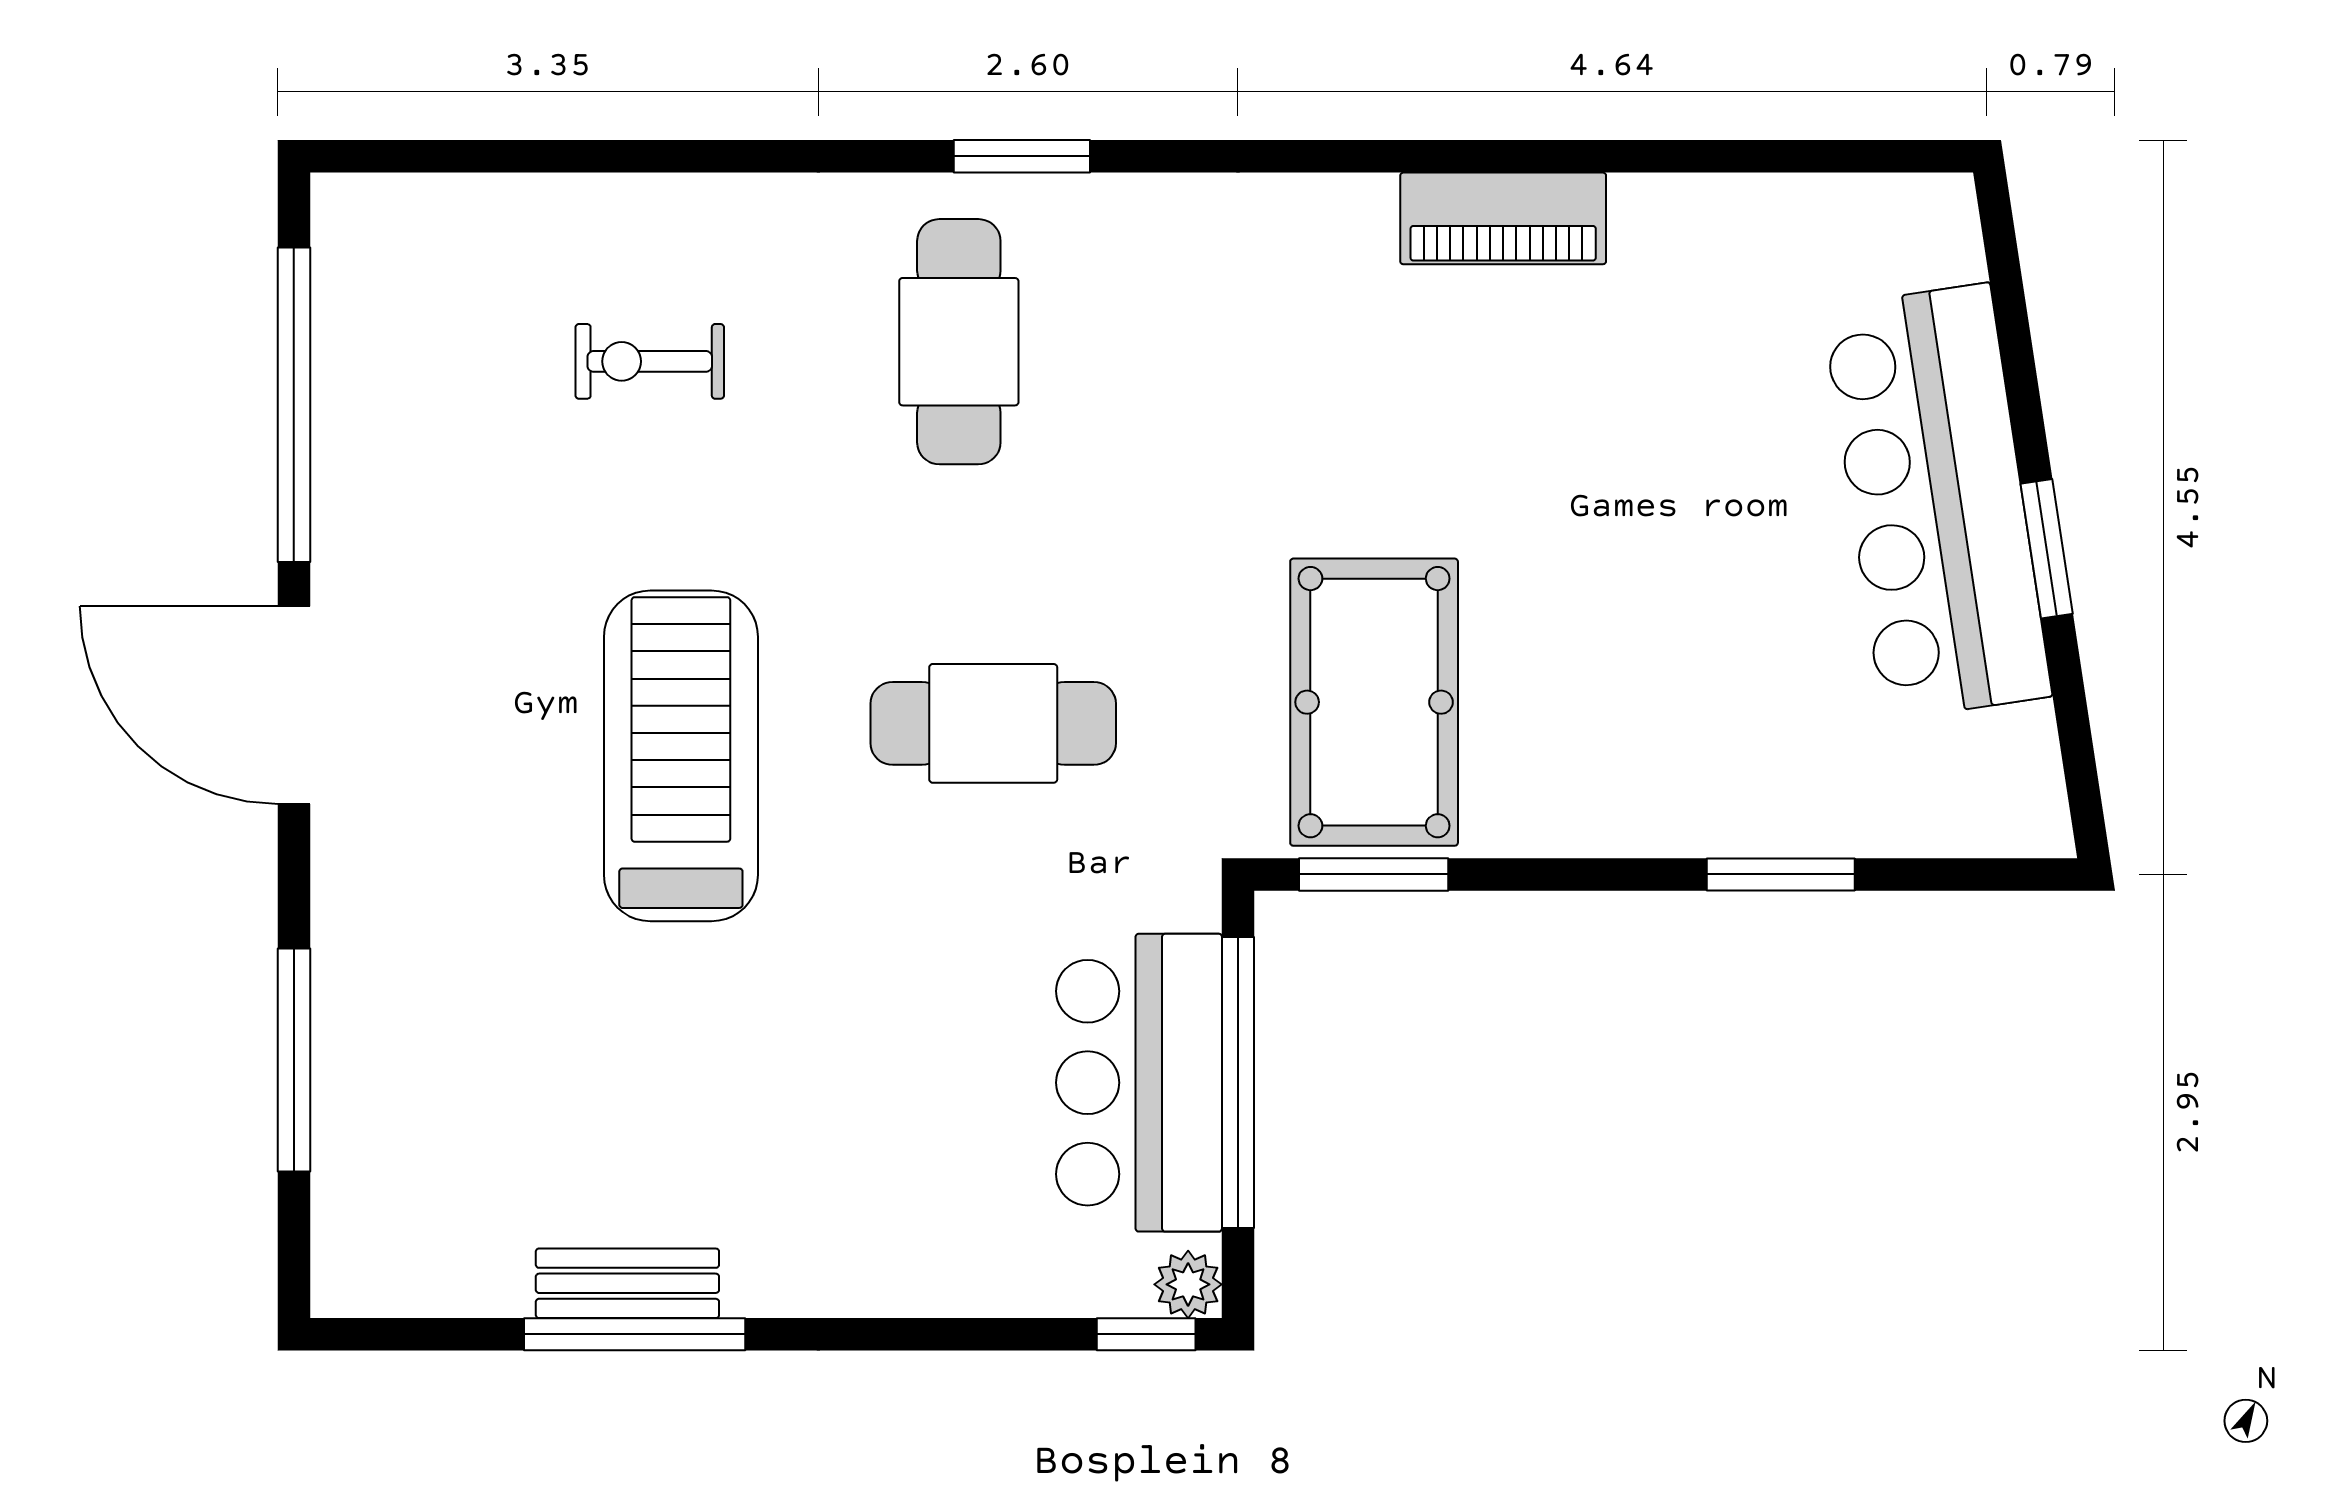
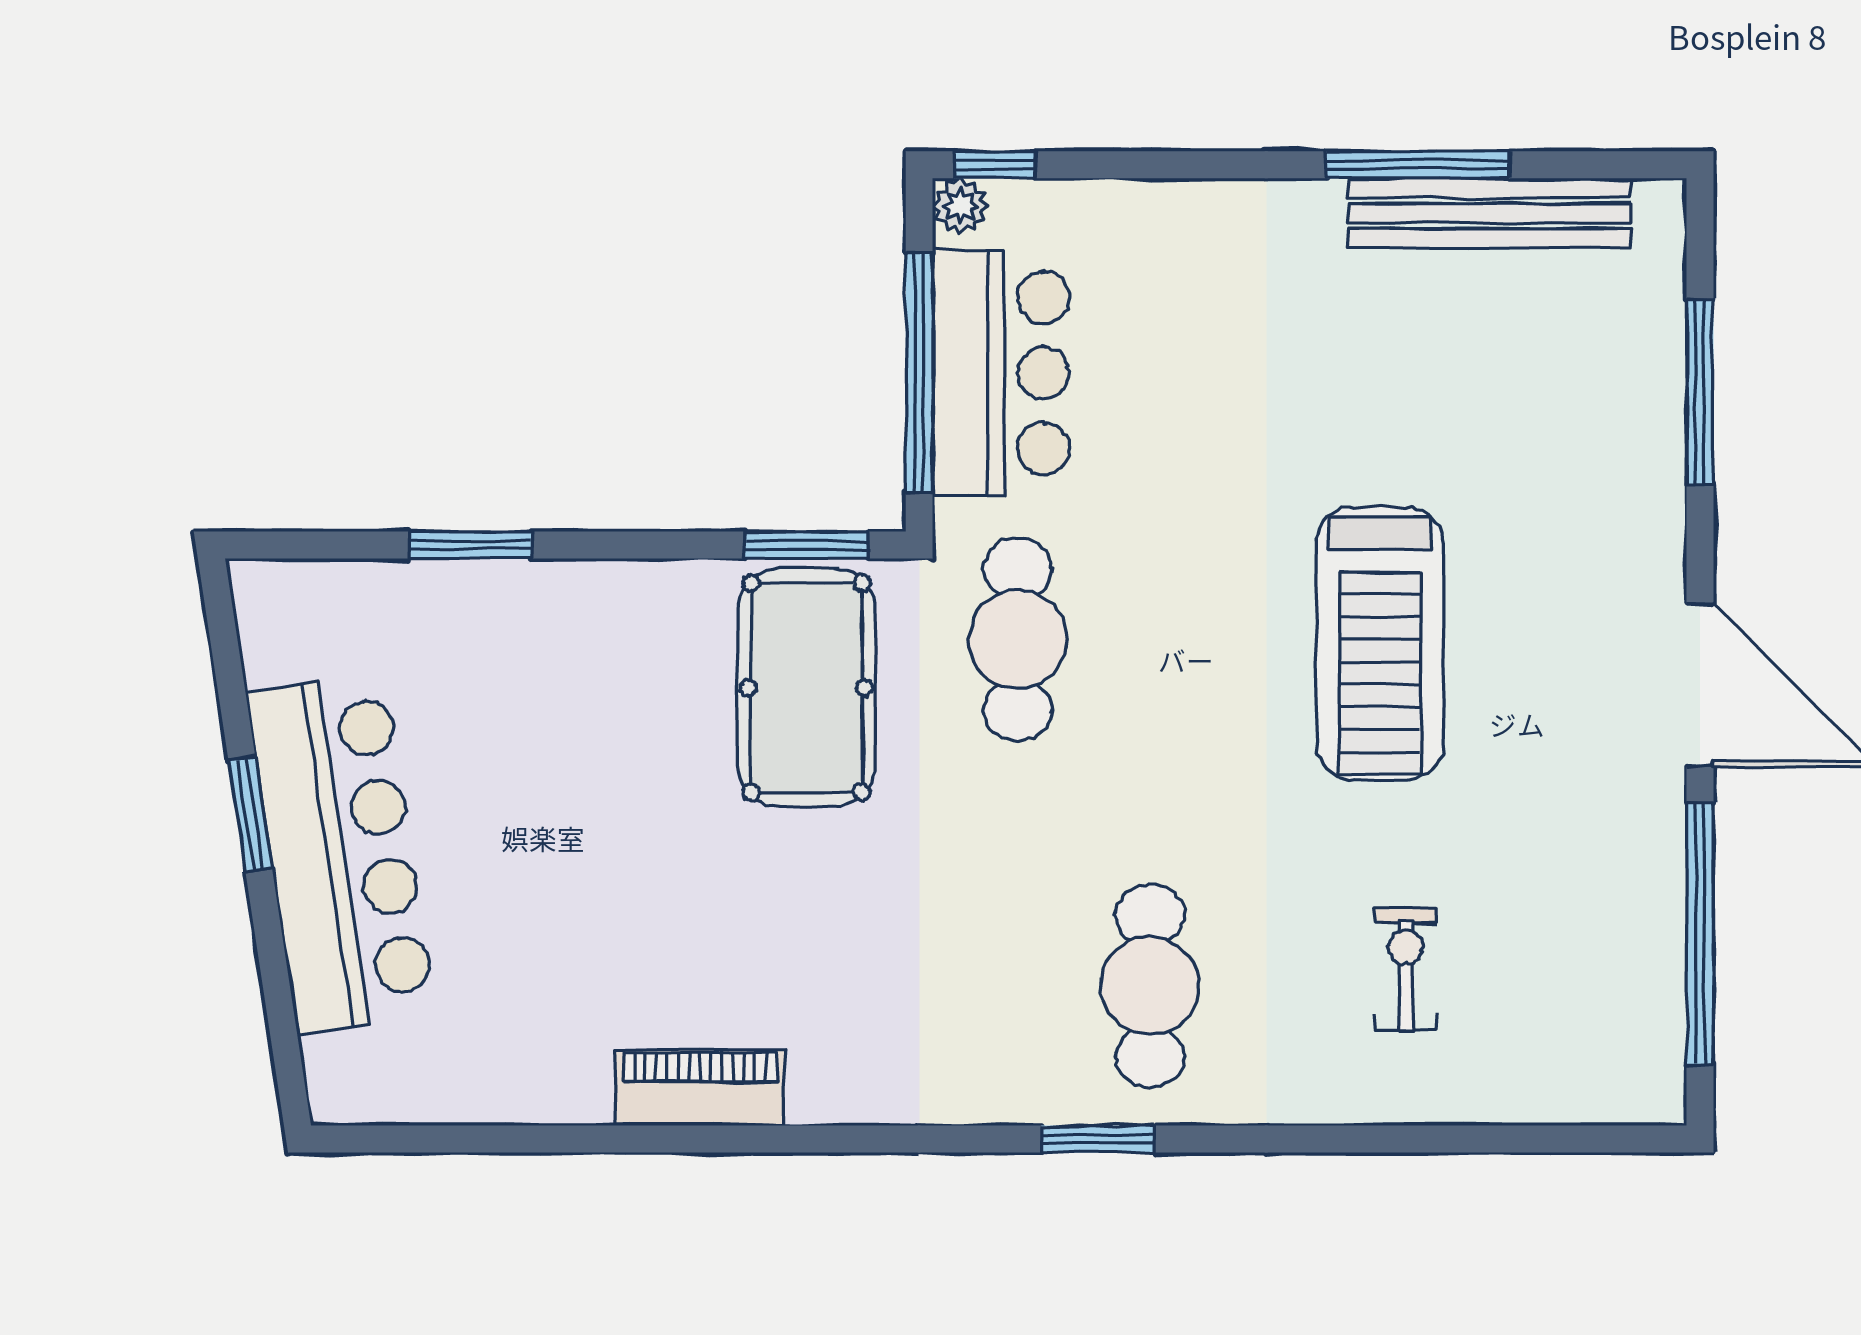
exercise bike: (650, 361) -> (1406, 969), turned -90
cafe table: (993, 723) -> (1018, 639), moved, turned 90
bench: (627, 1283) -> (1489, 213), width x1.86, depth x1.21

